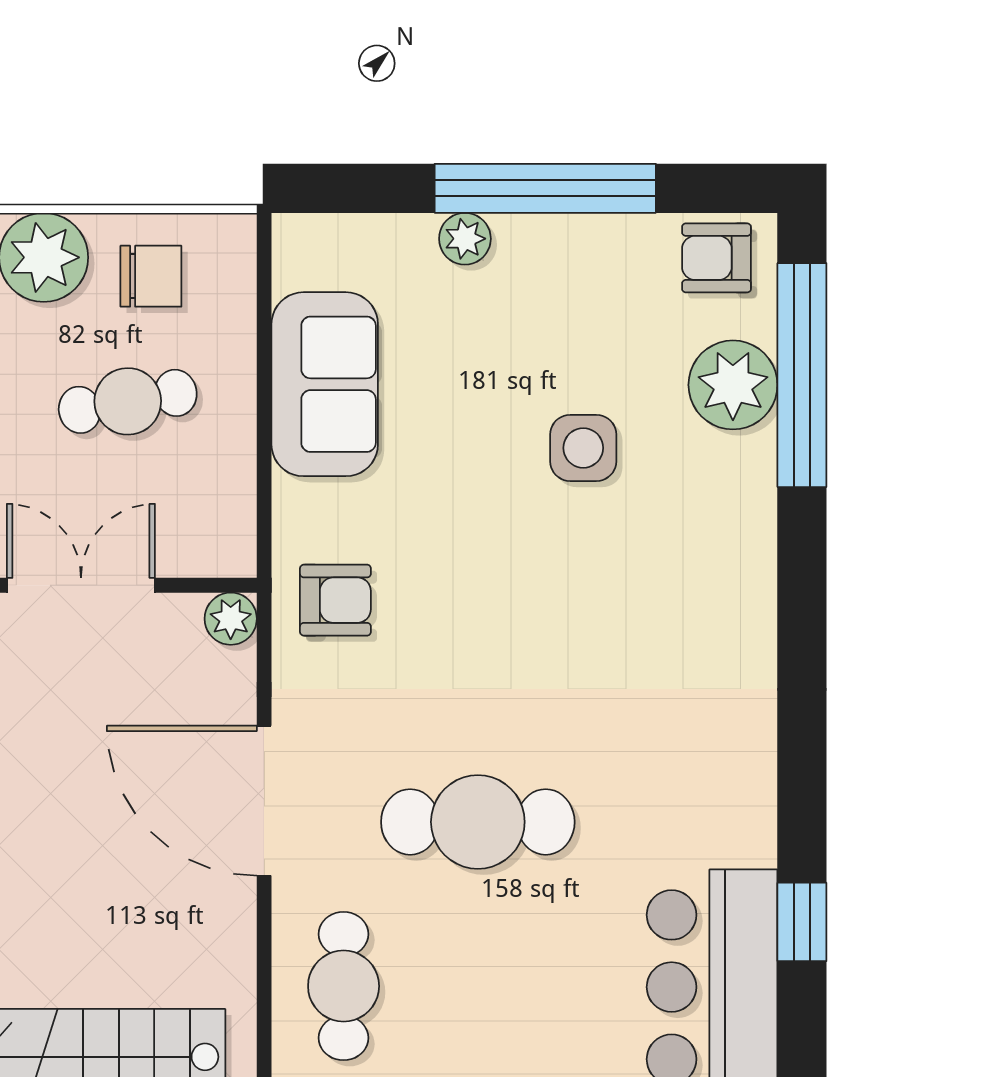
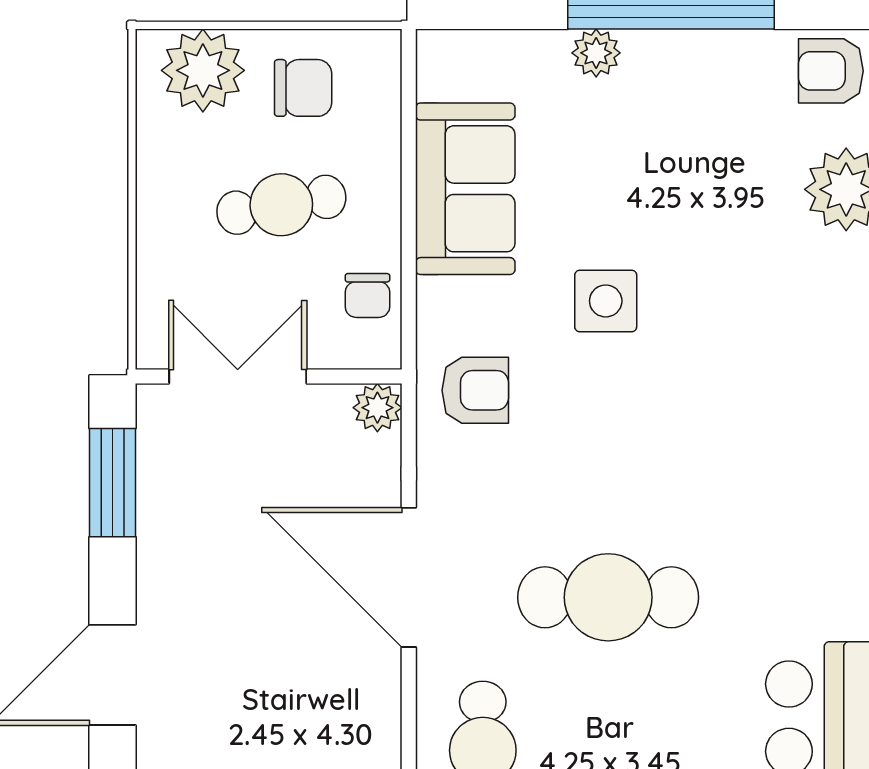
side table: (583, 448) -> (606, 301), moved
chair: (220, 499) -> (367, 295), added

